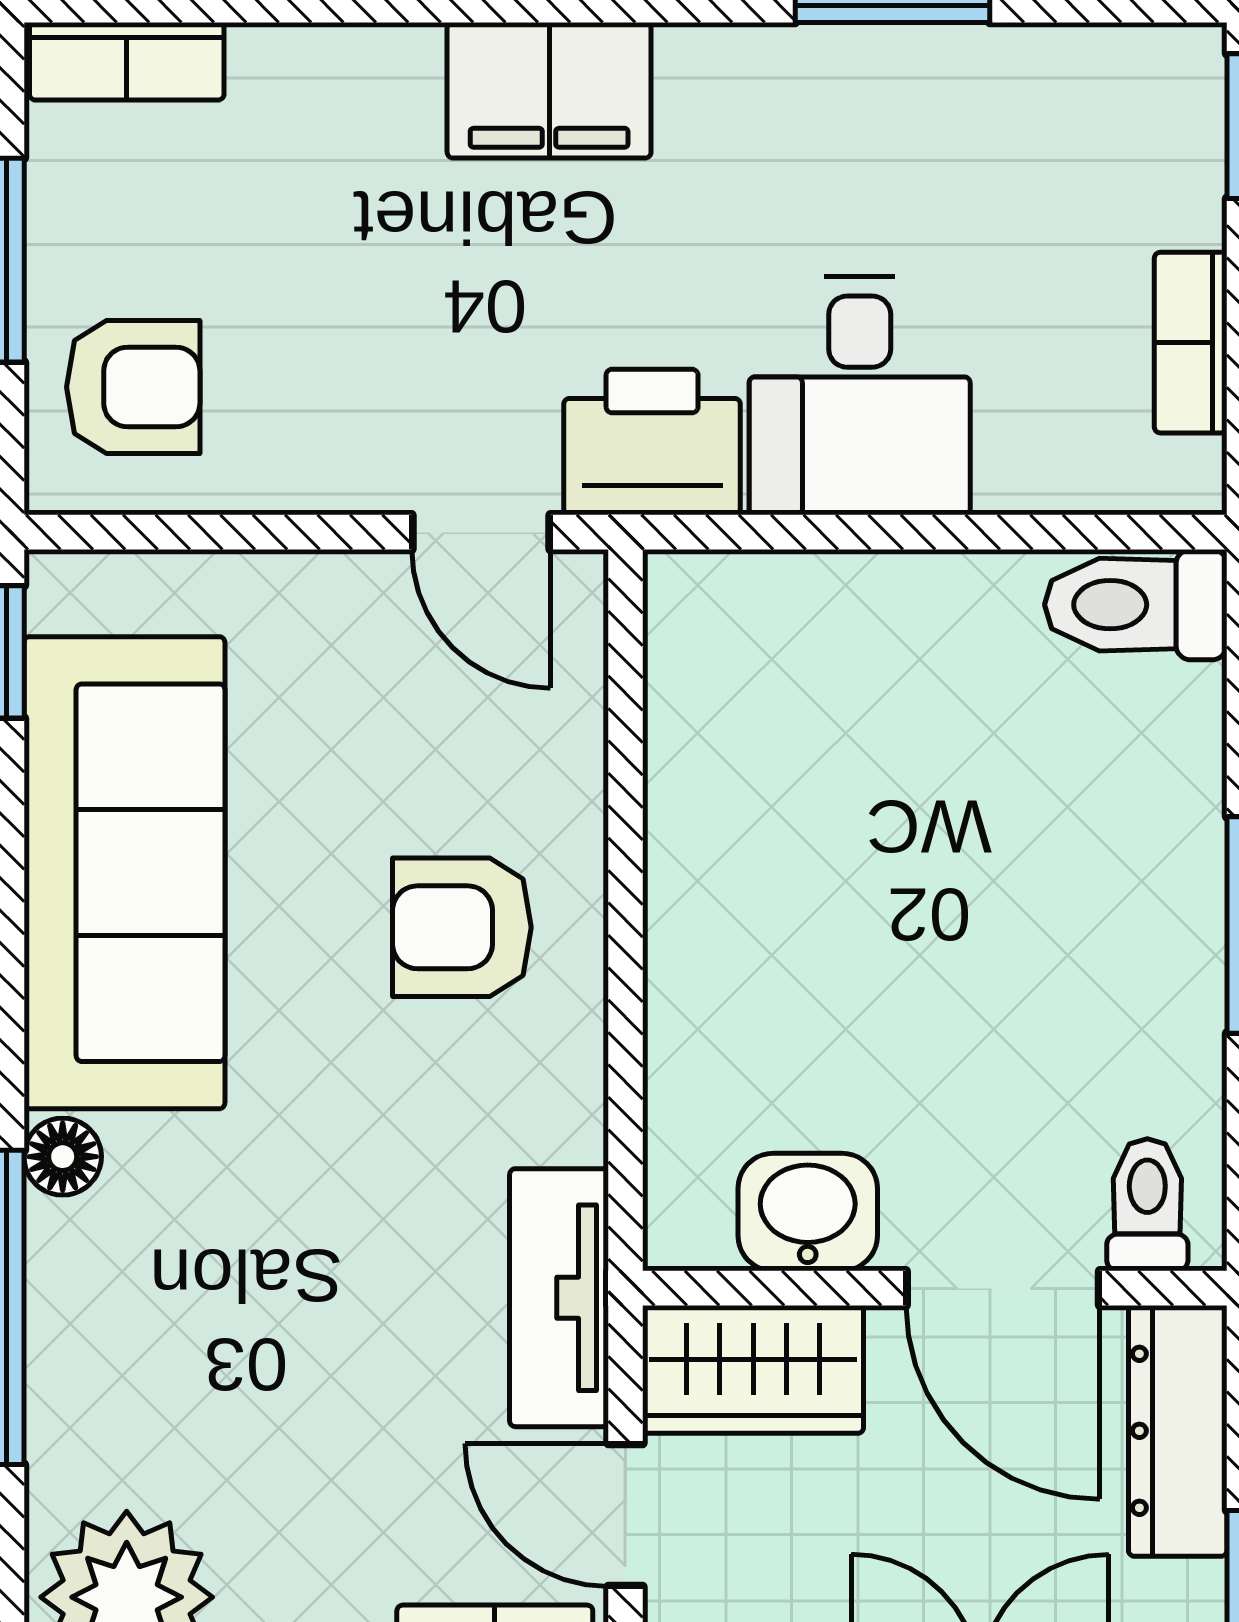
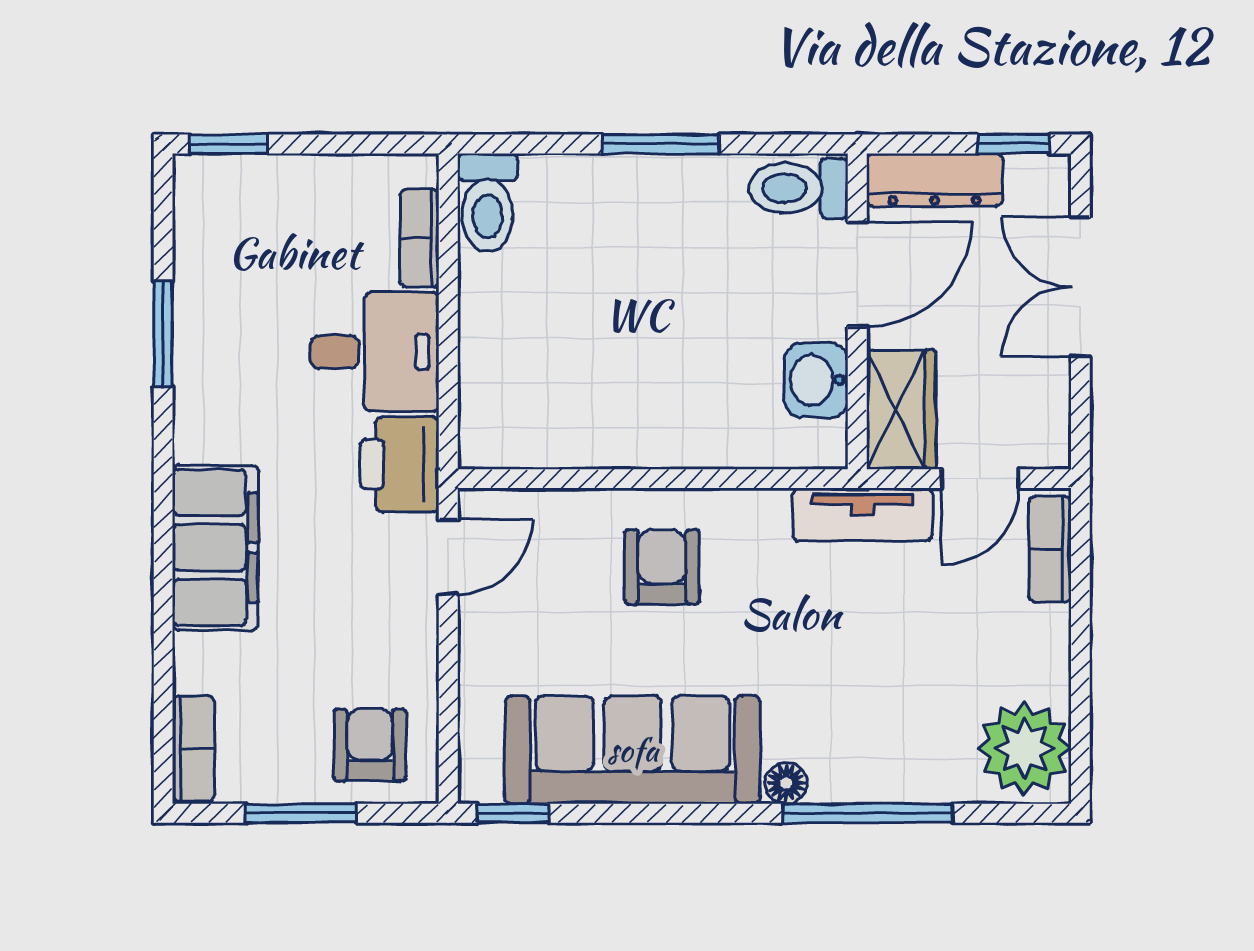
filing cabinet: (549, 90) -> (215, 547), width x1.50, depth x1.17
bookcase: (1191, 343) -> (419, 238), moved, turned 90
armchair: (462, 927) -> (662, 567), turned 180
toilet: (1147, 1205) -> (798, 188), width x1.37, depth x1.39

